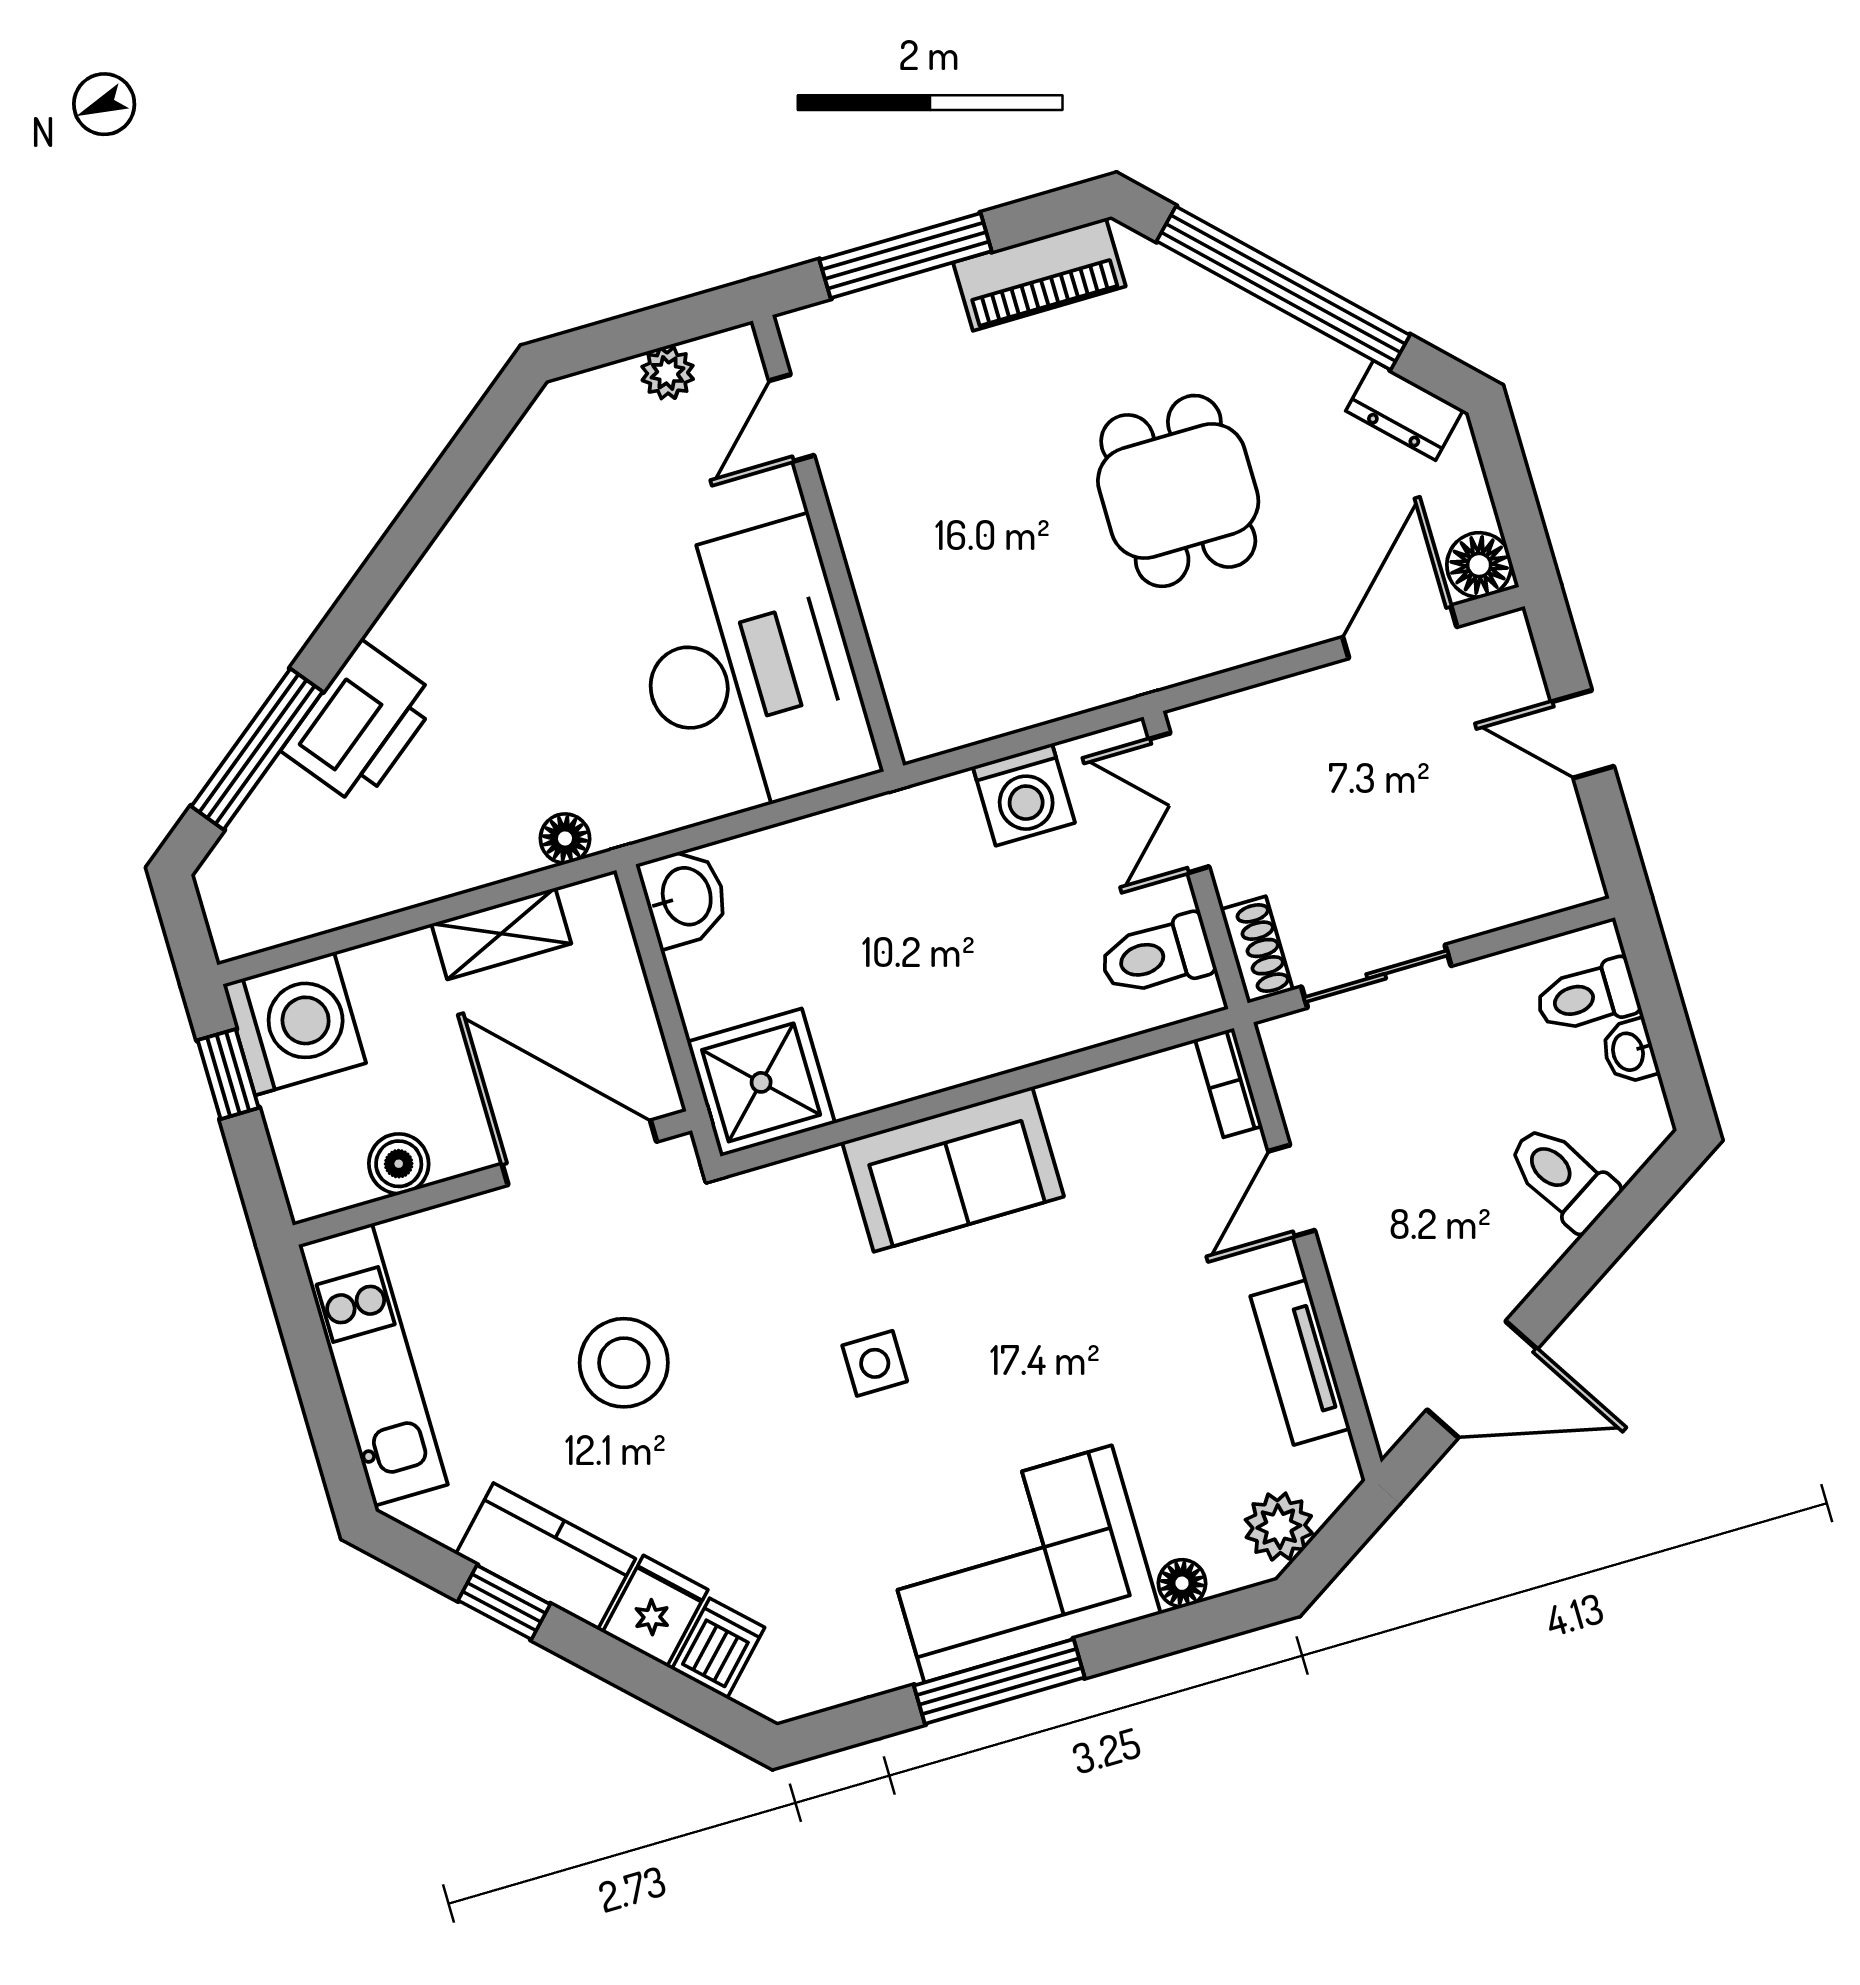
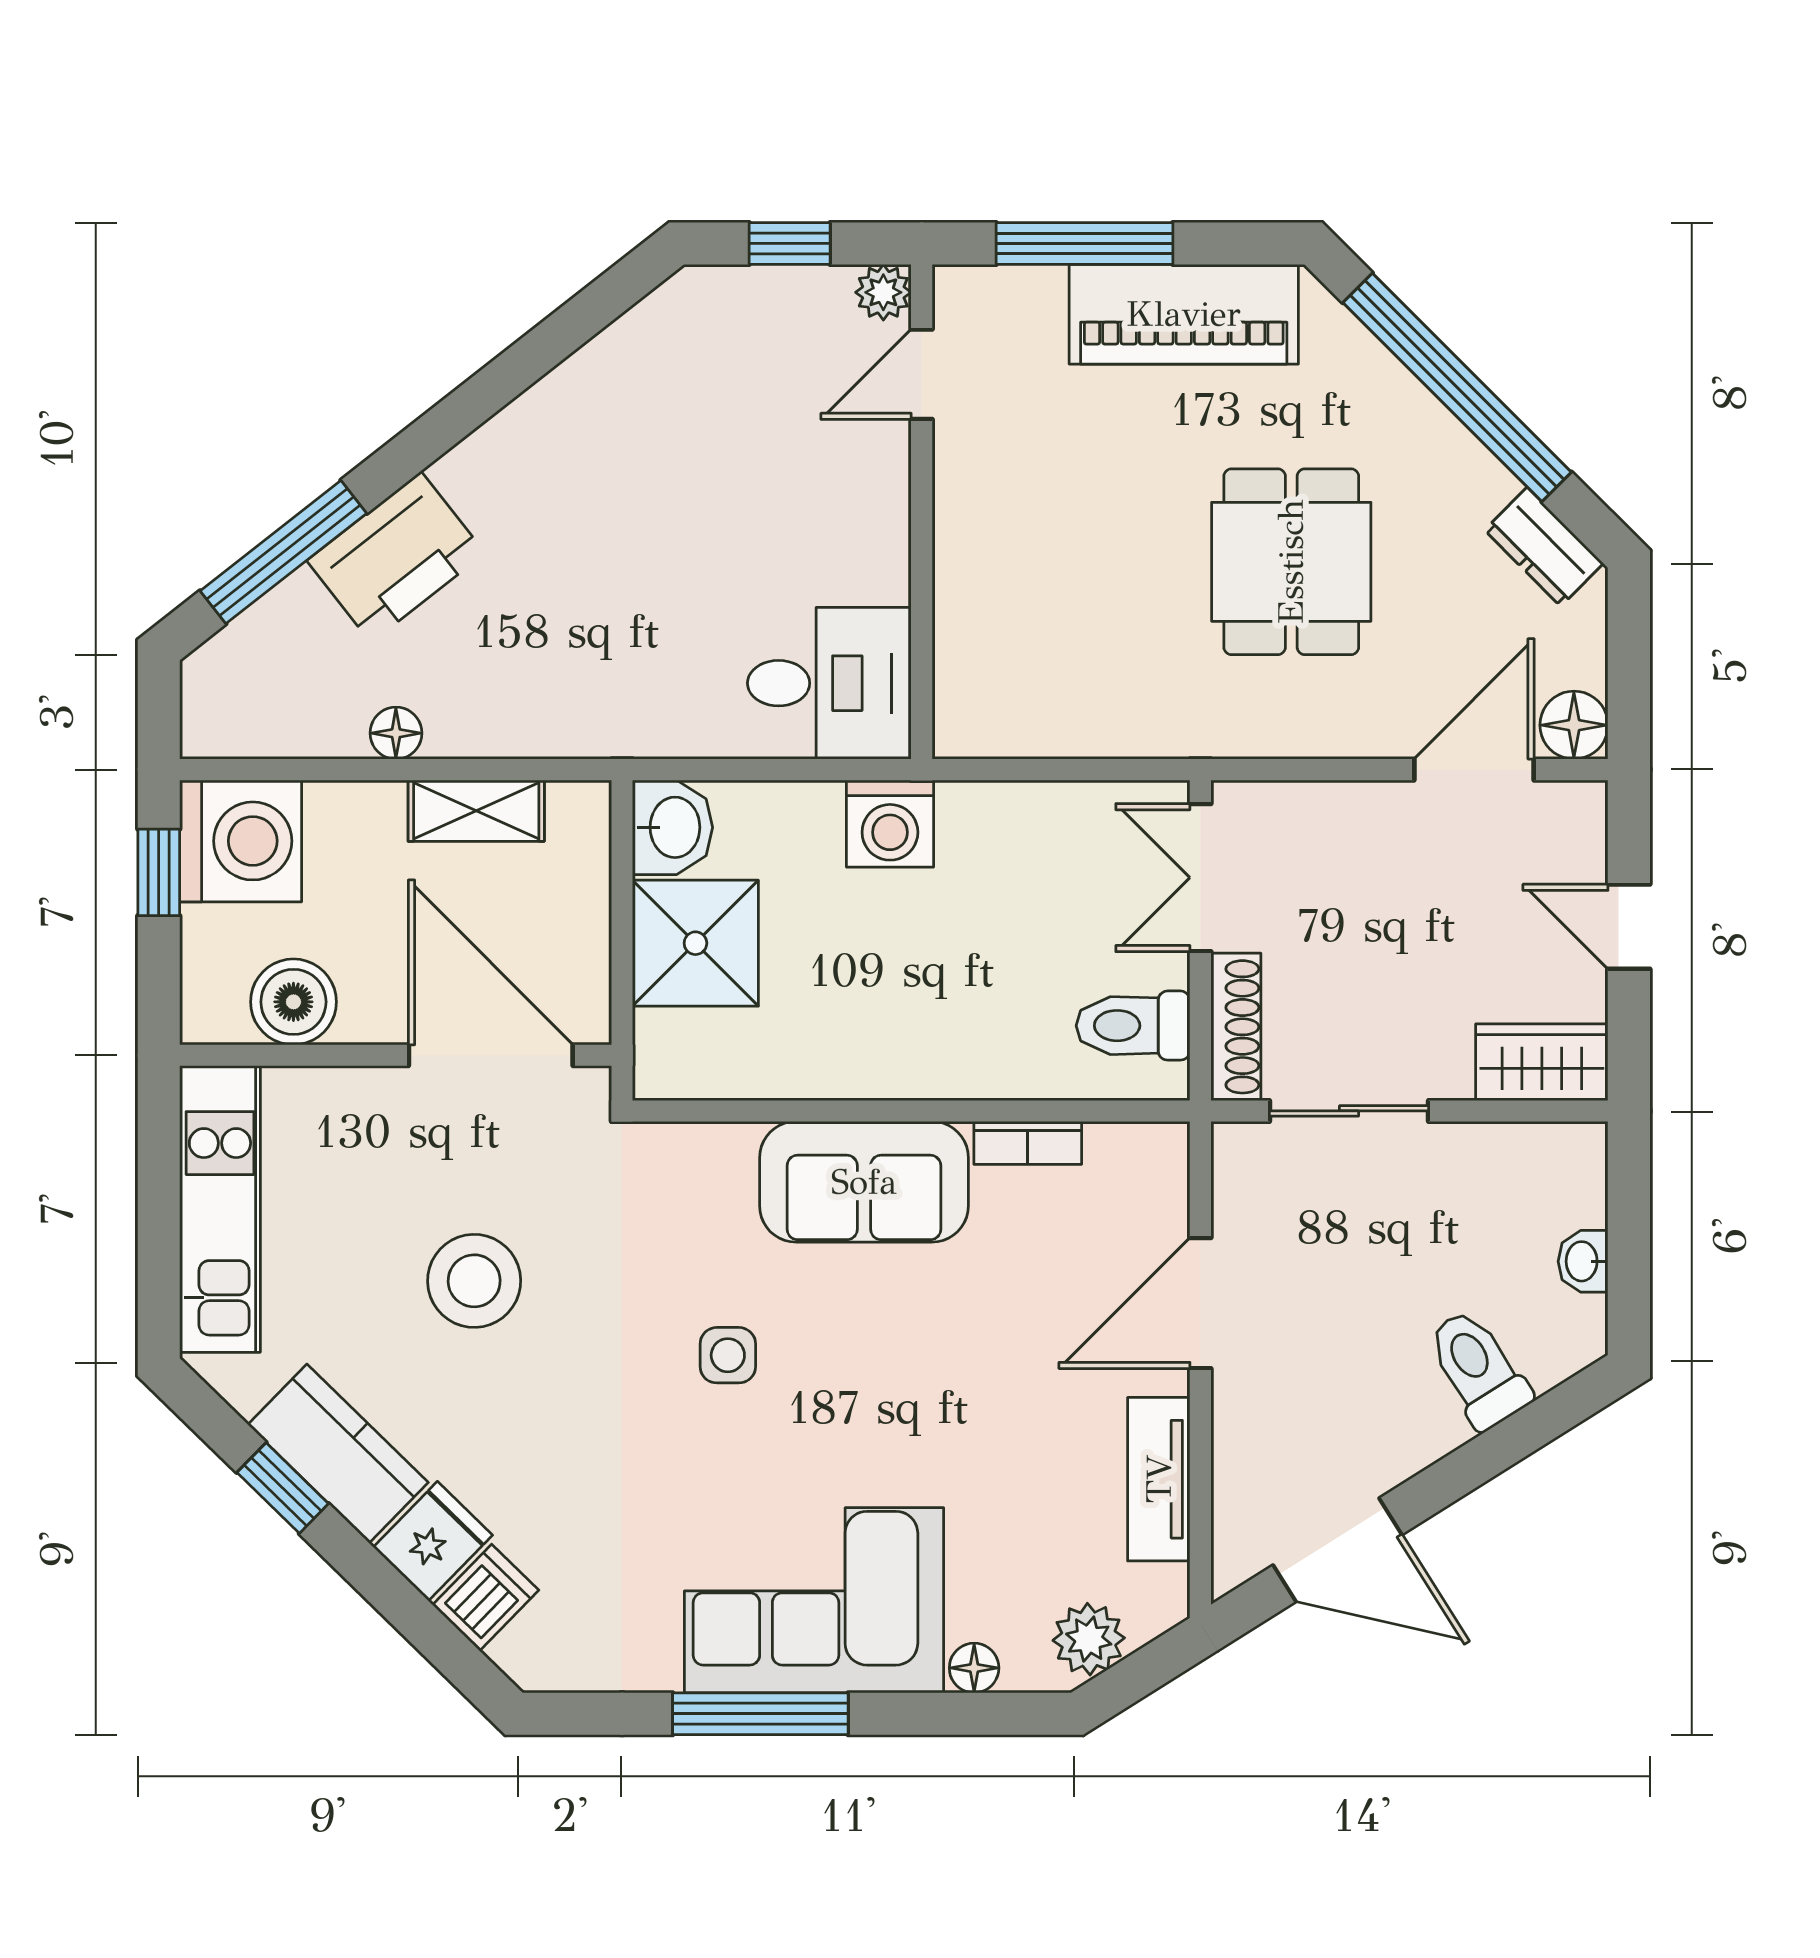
piano: (1039, 274) -> (1184, 314), width x1.37, depth x1.33
window: (637, 334) -> (790, 243), added
plant: (668, 373) -> (883, 292), moved
desk: (749, 670) -> (829, 683), width x0.53, depth x0.77
washing machine: (1024, 795) -> (890, 824), moved
floor lamp: (565, 838) -> (396, 733), moved
wardrobe: (1539, 881) -> (1542, 1062), added
shoe rack: (1257, 950) -> (1236, 1027), width x1.43
toilet: (1587, 997) -> (1556, 1193), removed
shower: (761, 1082) -> (695, 943), moved
bookcase: (1229, 1083) -> (1028, 1143), moved, turned -90
boiler: (399, 1164) -> (293, 1002), width x1.36, depth x1.36
door: (1292, 1191) -> (1200, 1303), width x1.38

